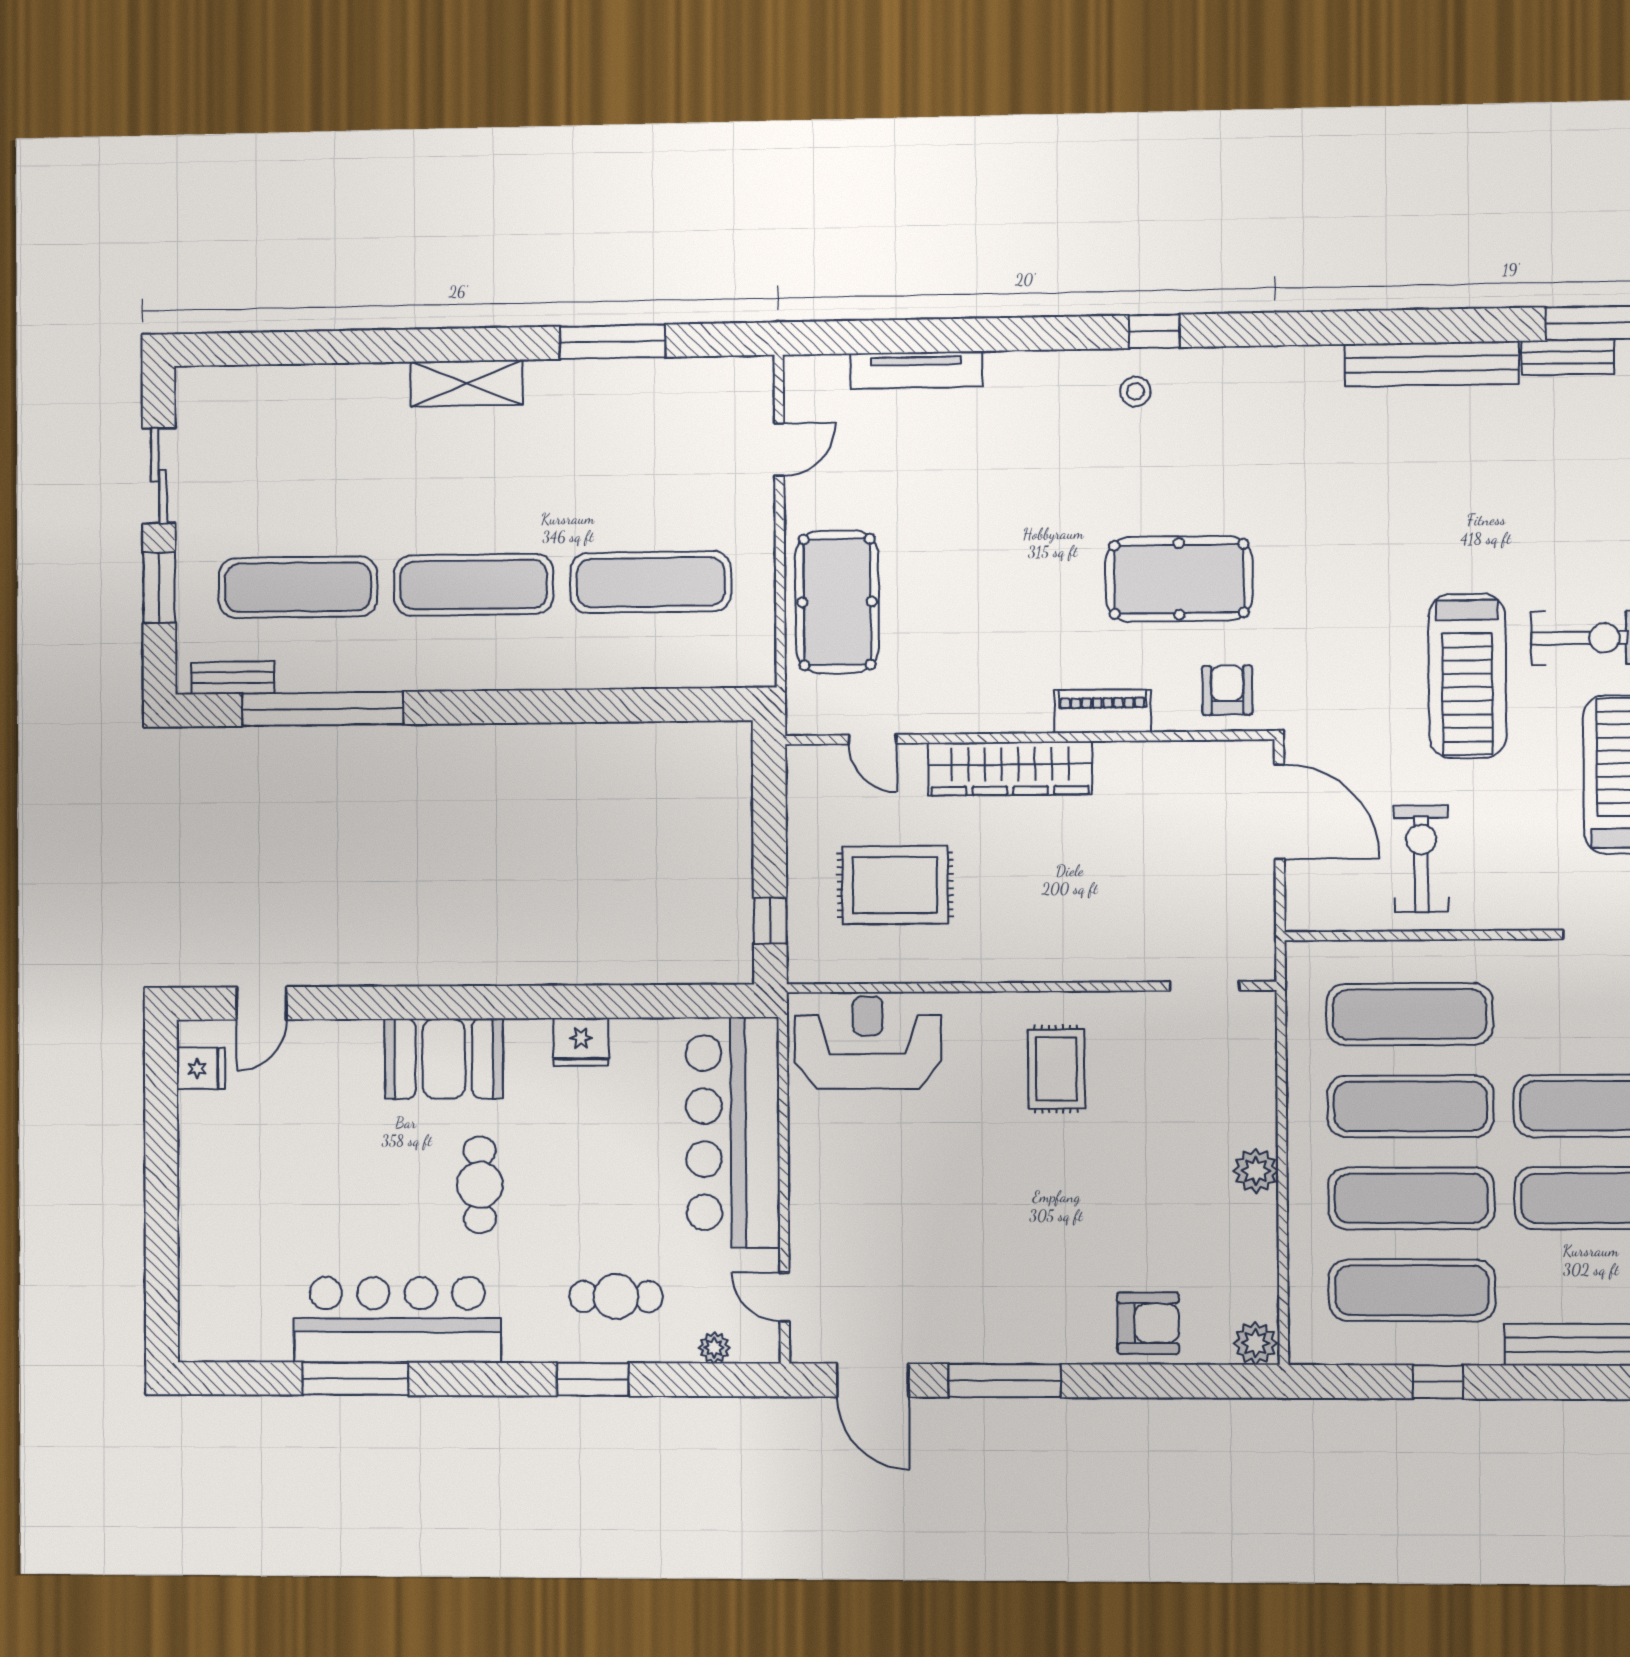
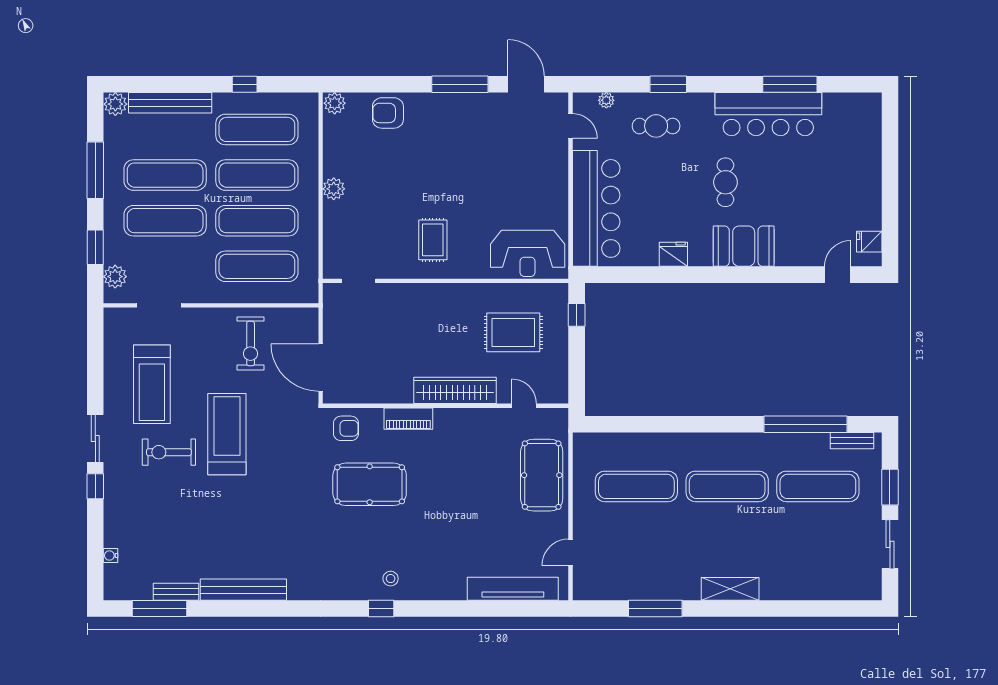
tv unit: (916, 370) -> (513, 589), width x1.36, depth x1.29
armchair: (1227, 690) -> (346, 428), turned -90

